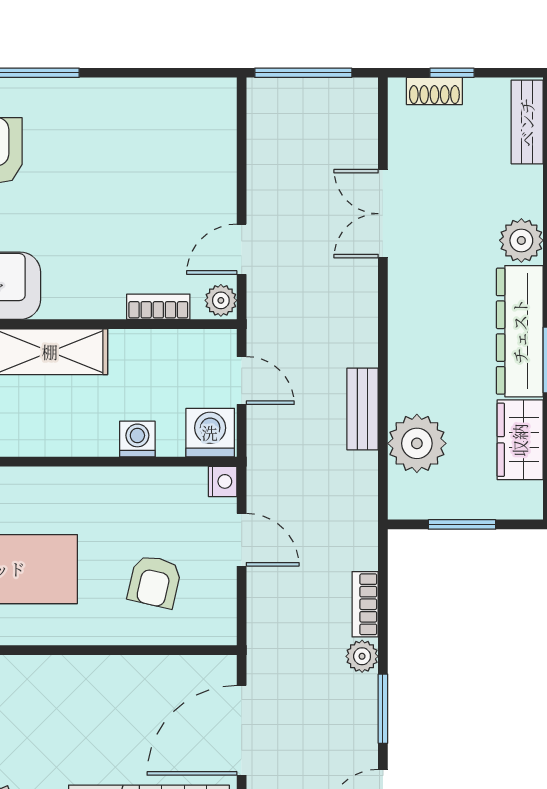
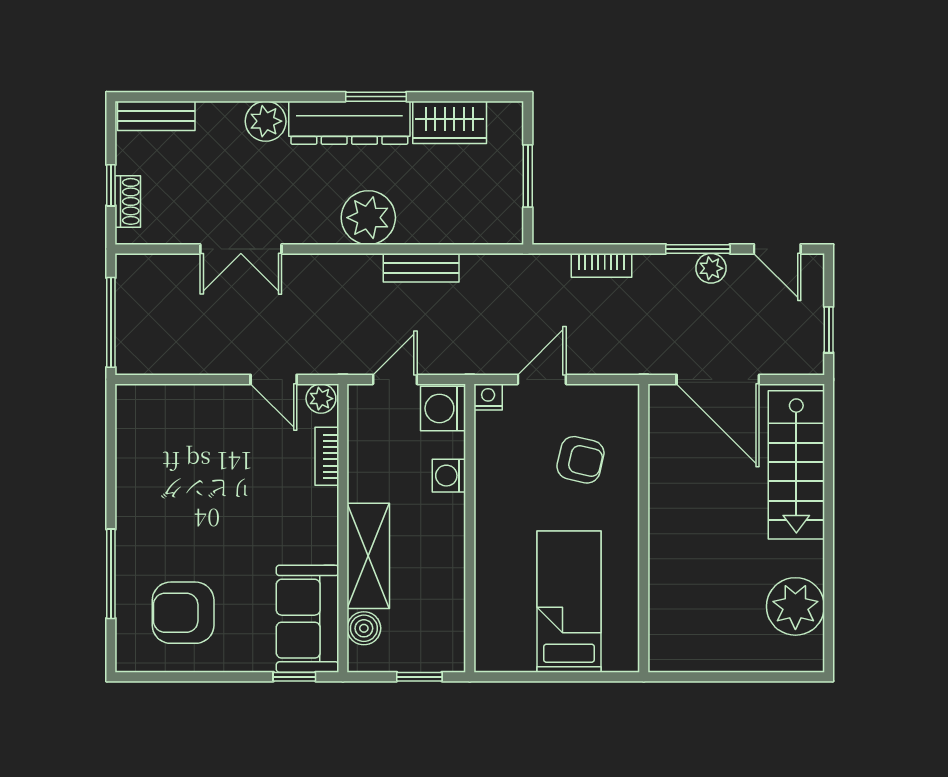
plant: (417, 443) -> (368, 218), moved
plant: (362, 656) -> (711, 268), moved

